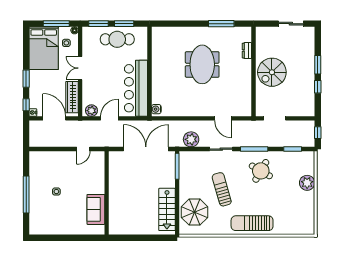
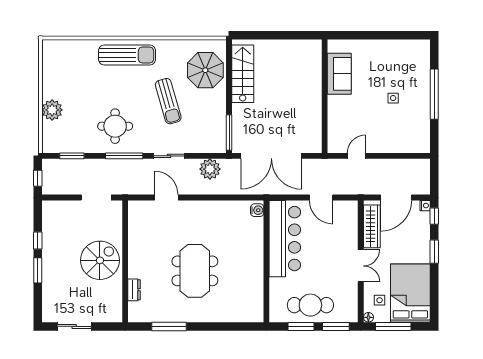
plant: (91, 111) -> (345, 208), removed
door: (54, 118) -> (396, 197), hinge flipped
door: (109, 118) -> (321, 197), hinge flipped
round table: (261, 171) -> (115, 126), turned -30

